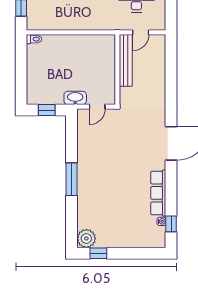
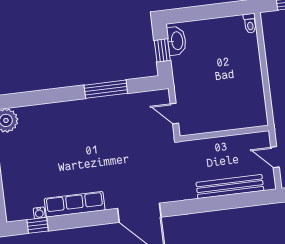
bench: (126, 60) -> (230, 187), moved
washbasin: (75, 98) -> (177, 41), moved
window: (72, 179) -> (106, 89), moved

